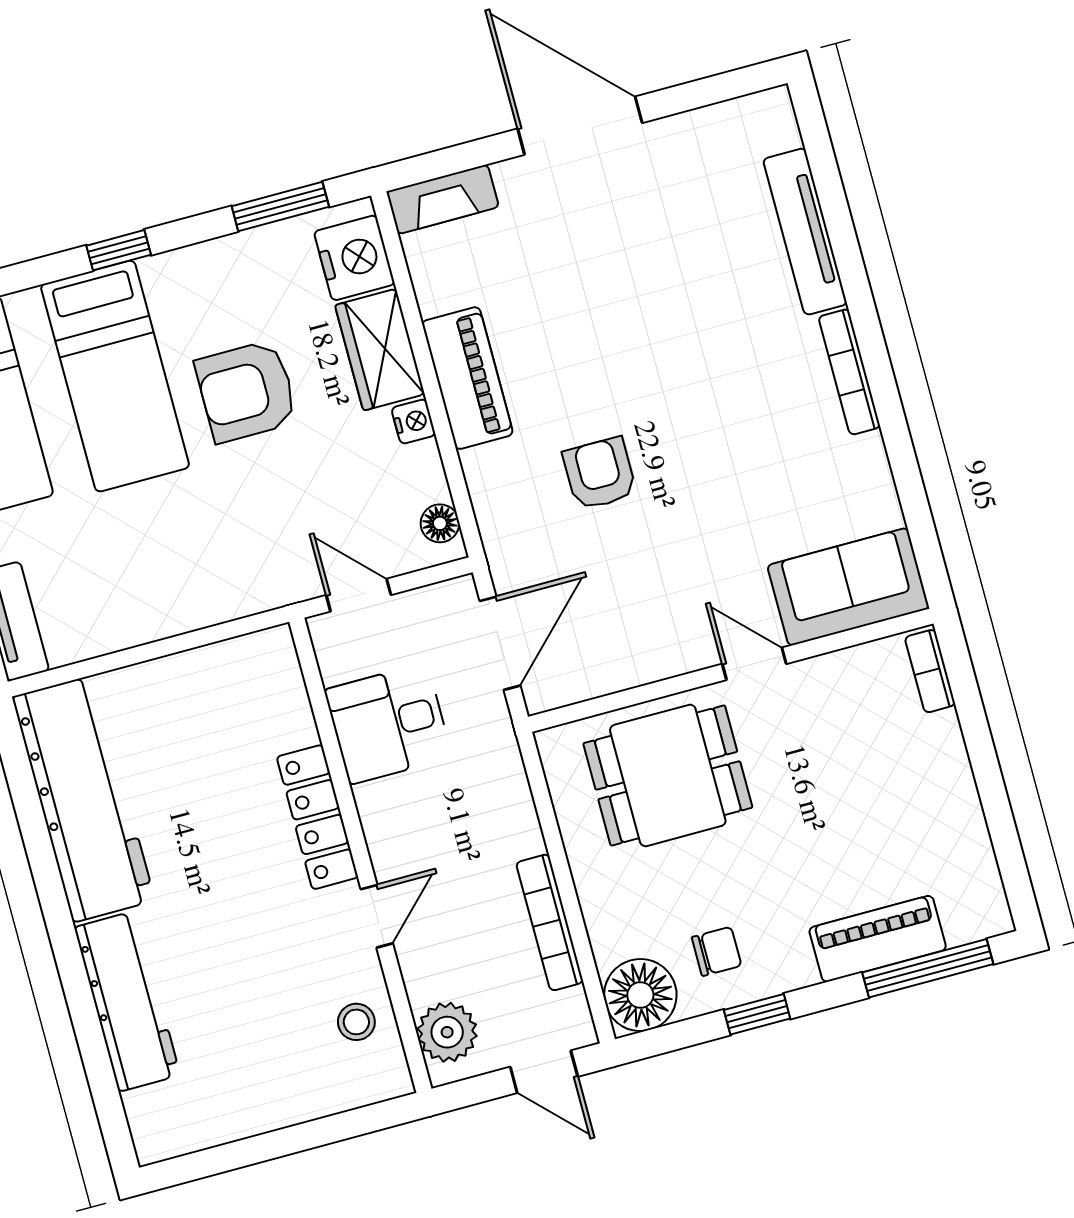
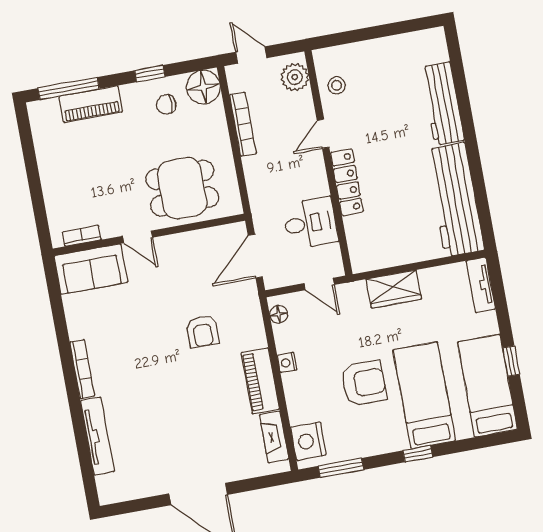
fireplace: (443, 199) -> (274, 437), moved, turned -90
wardrobe: (380, 350) -> (394, 289), moved, turned 90
bookcase: (930, 671) -> (82, 236), moved, turned -90

